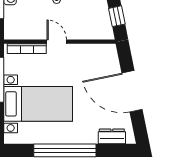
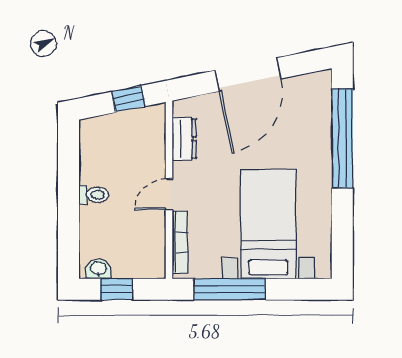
dresser: (112, 136) -> (184, 139), moved, turned 180
window: (65, 150) -> (342, 138), moved

